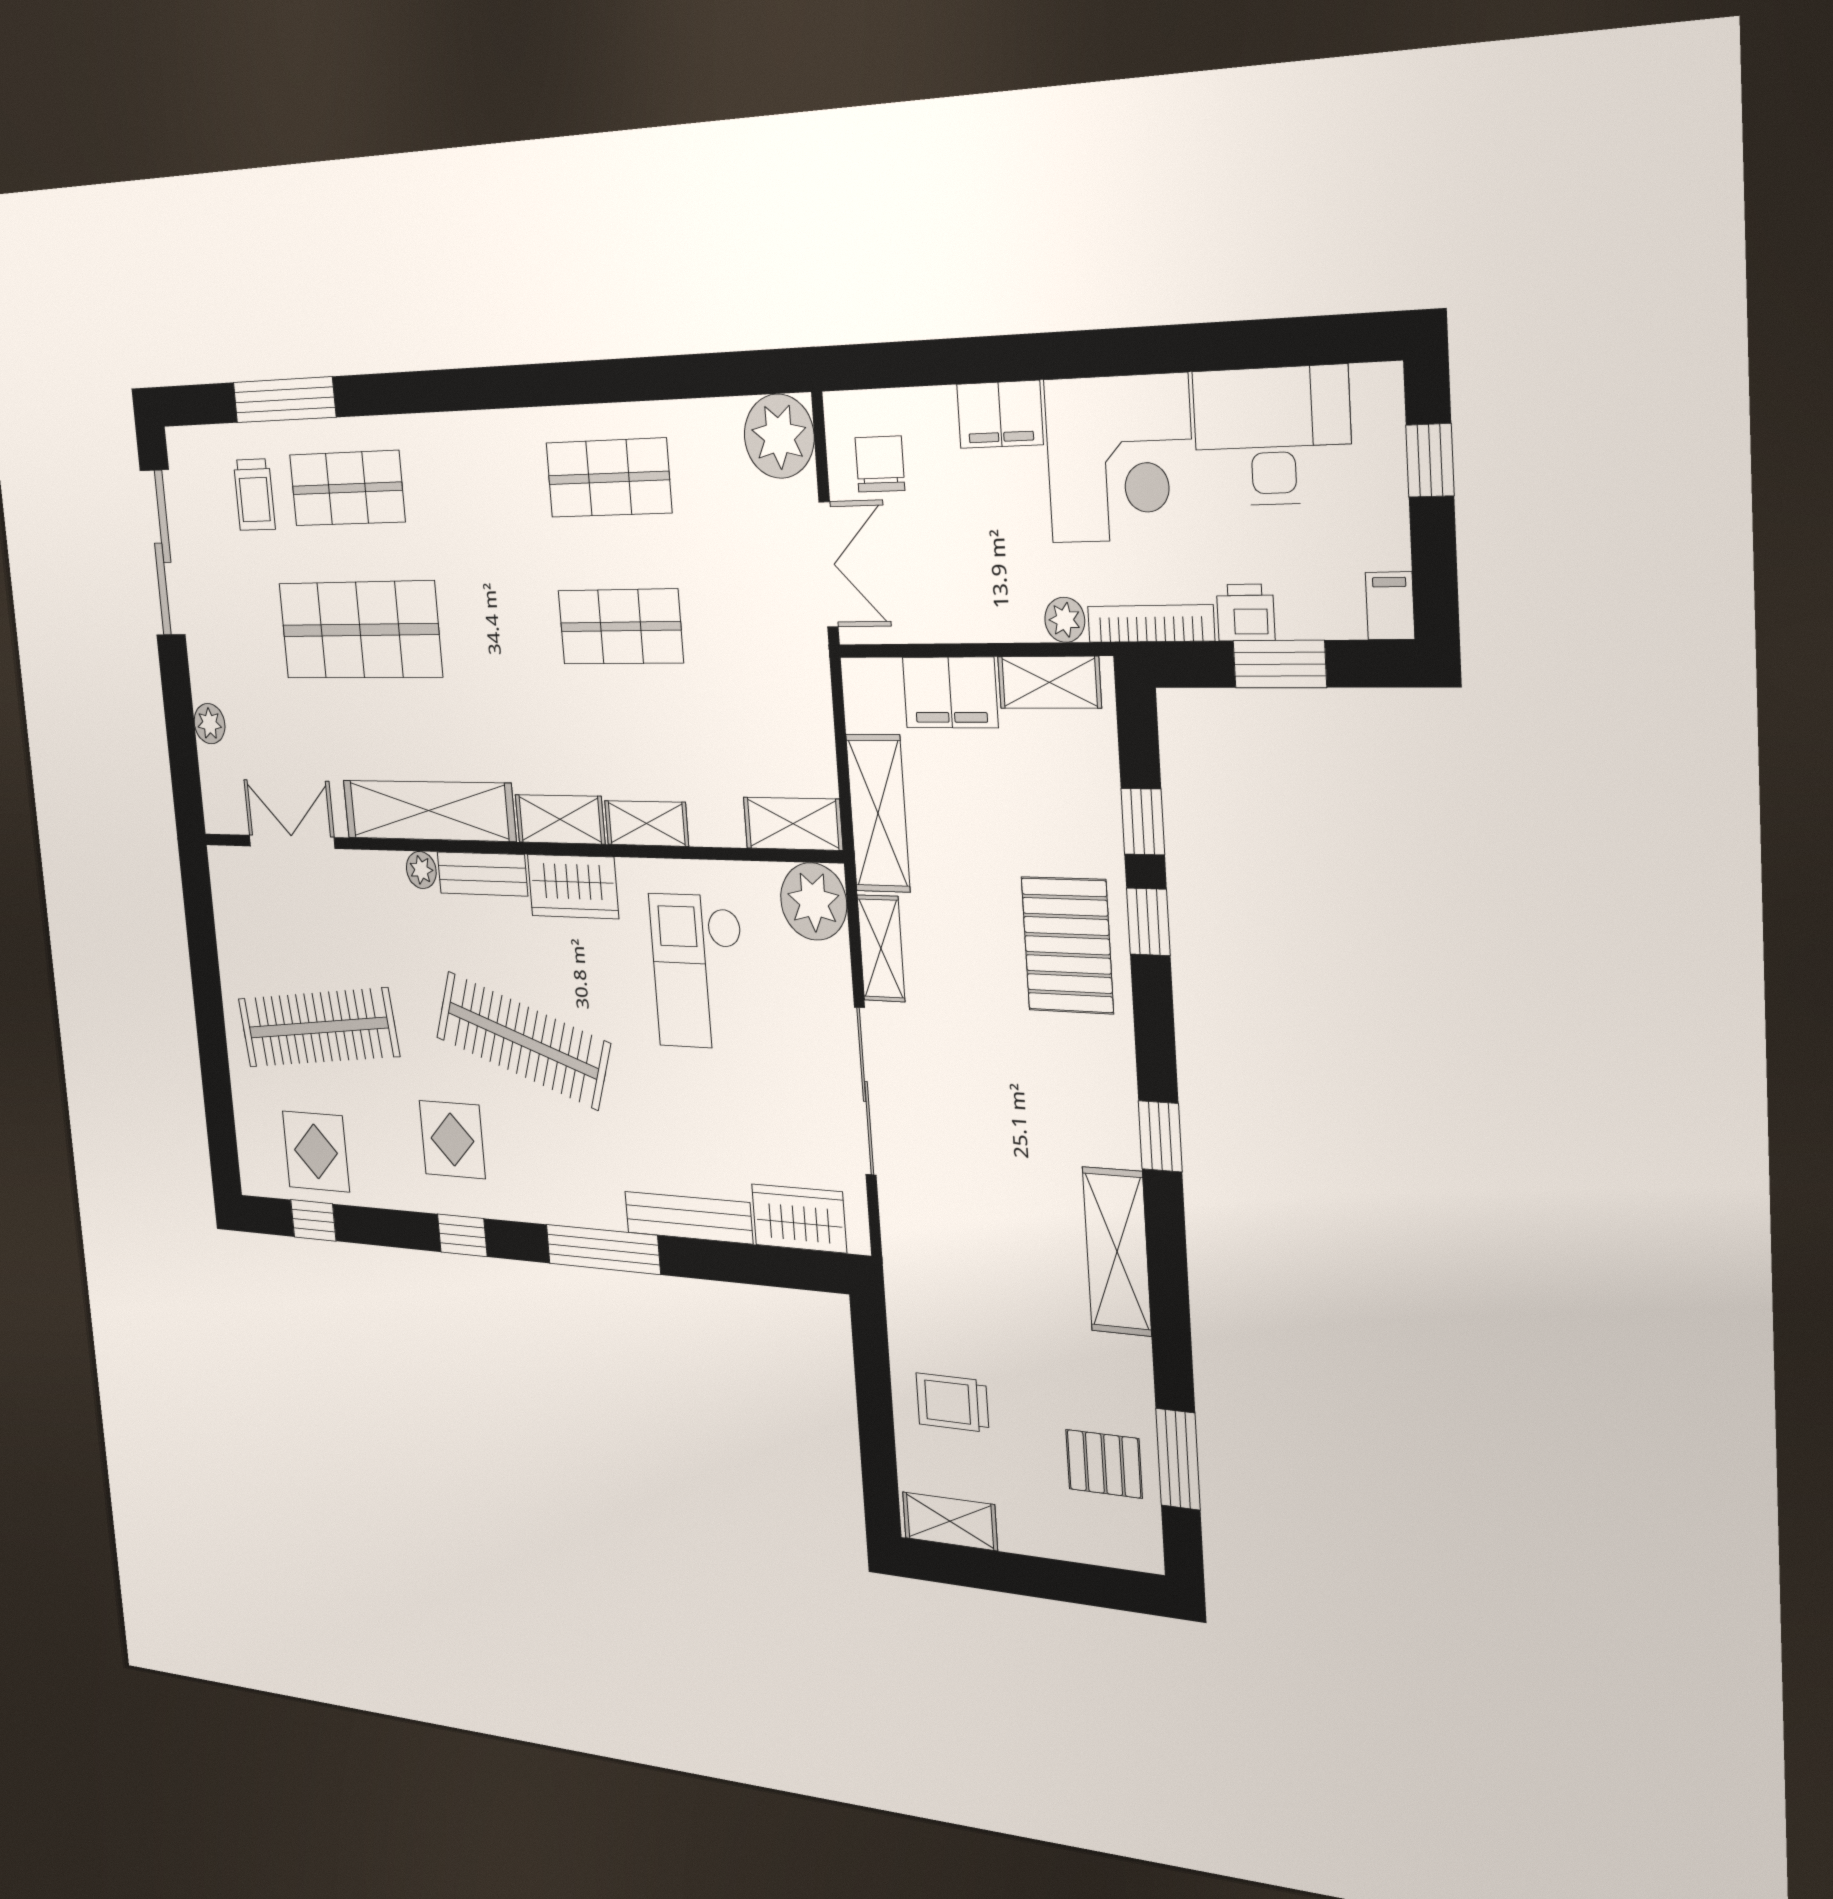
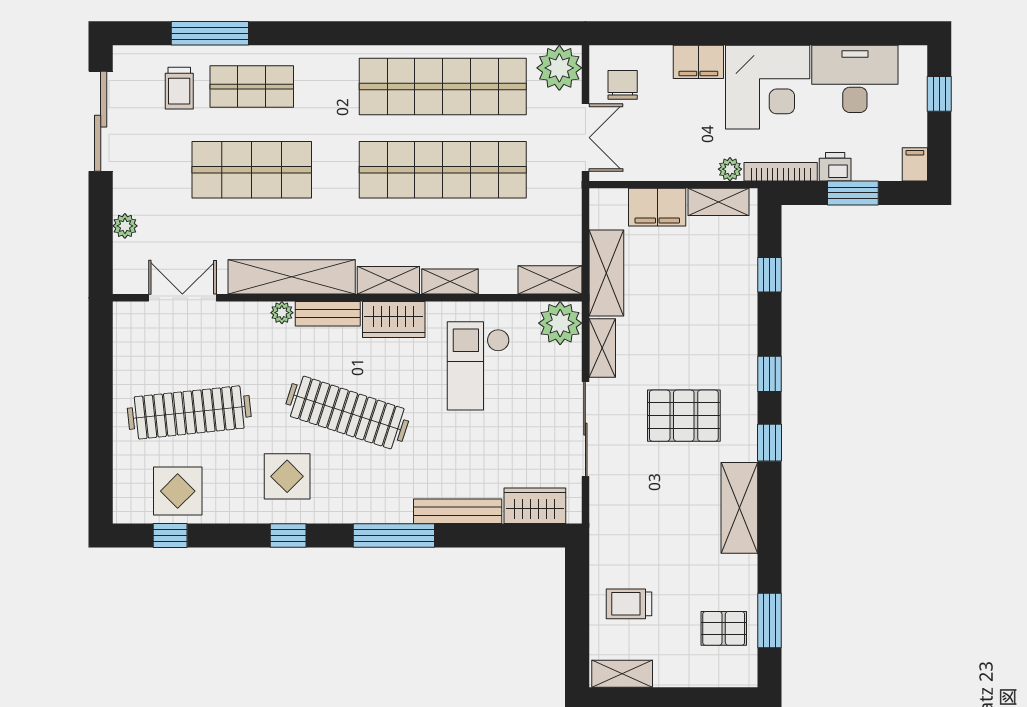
shop shelf: (609, 478) -> (443, 87), width x2.00, depth x1.36
shop shelf: (621, 627) -> (443, 170), width x2.00, depth x1.36
window: (1148, 922) -> (770, 374), moved
pallet: (1067, 945) -> (684, 416), moved, turned 90

